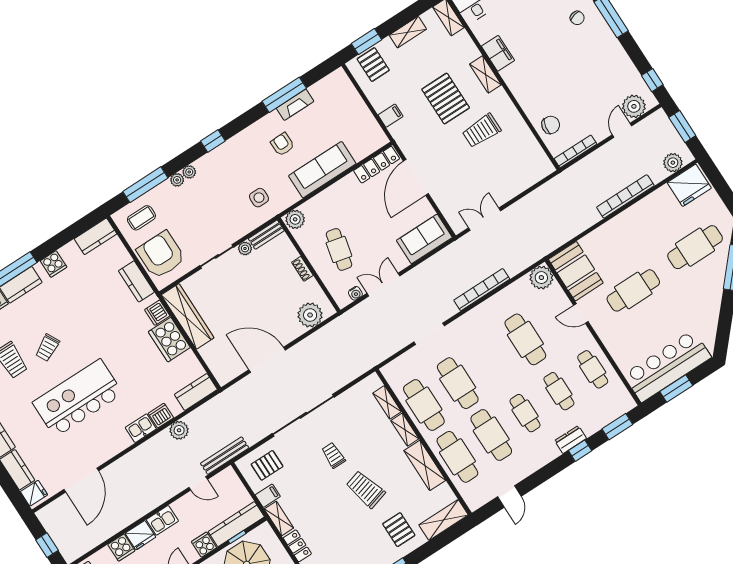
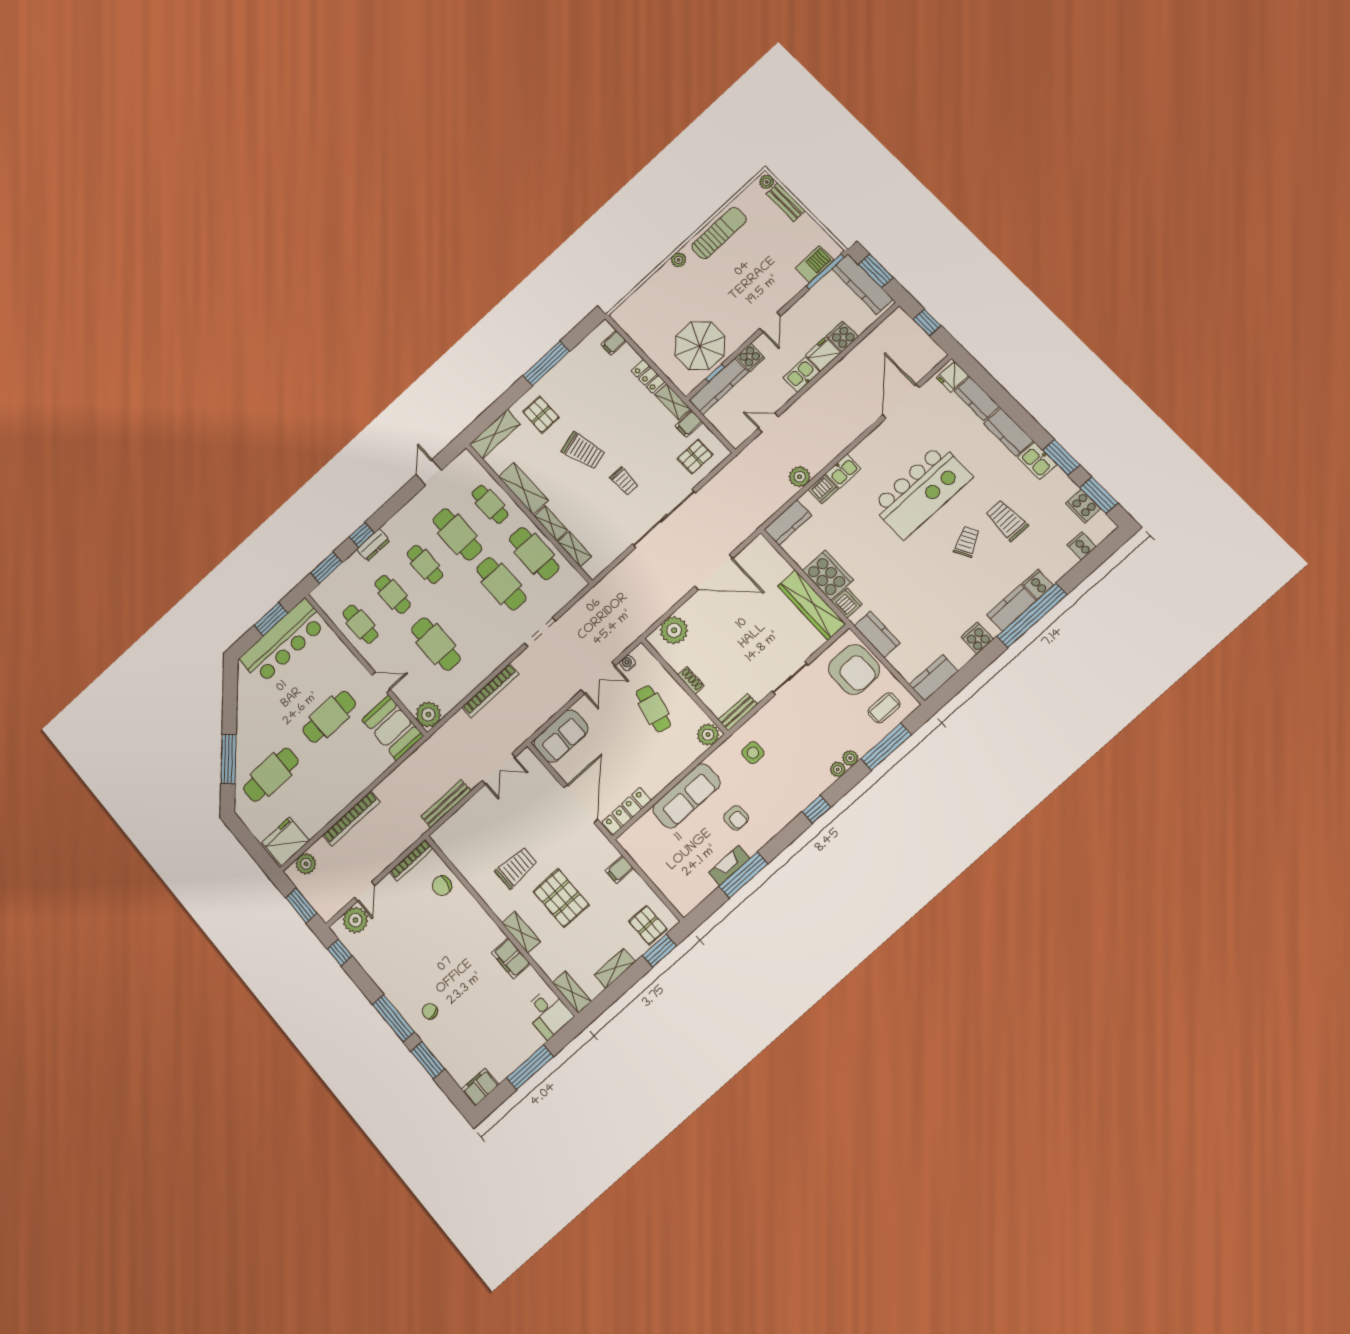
plant: (245, 248) -> (759, 692), removed
bench: (225, 456) -> (446, 804), moved
cafe table: (457, 457) -> (490, 504), width x0.73, depth x0.74

